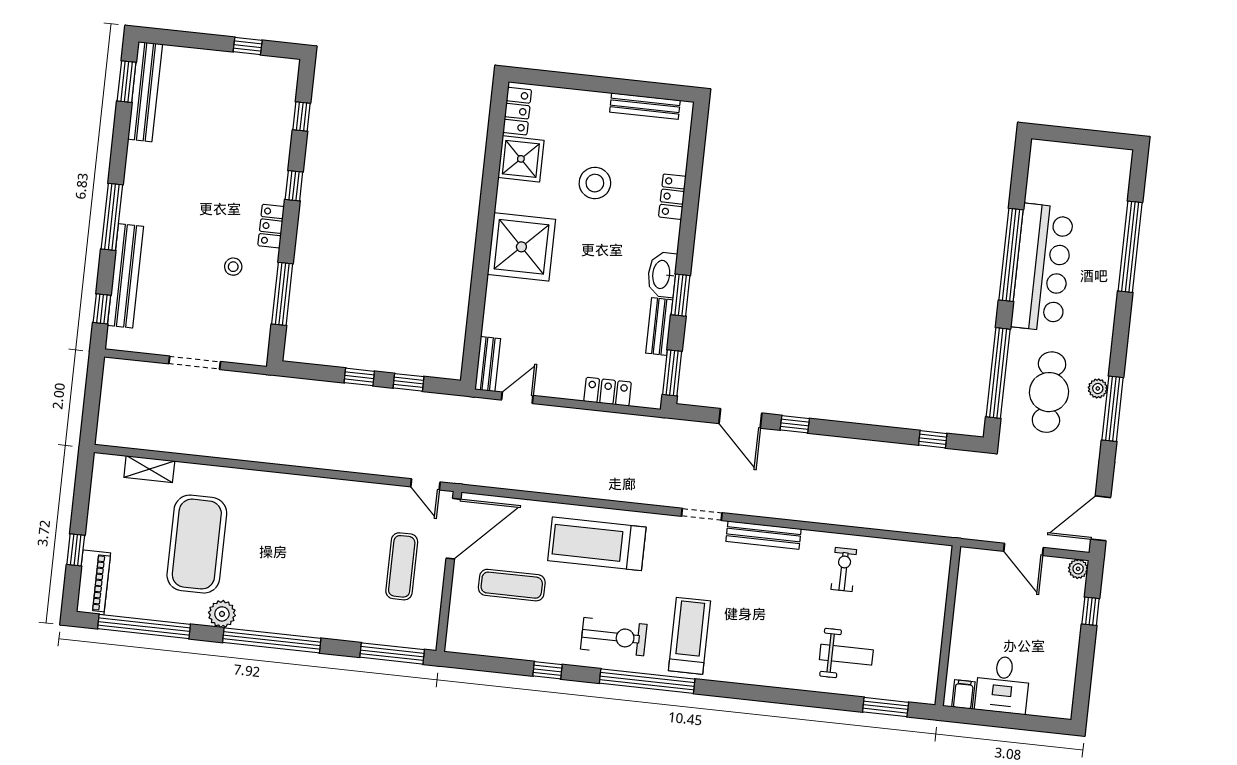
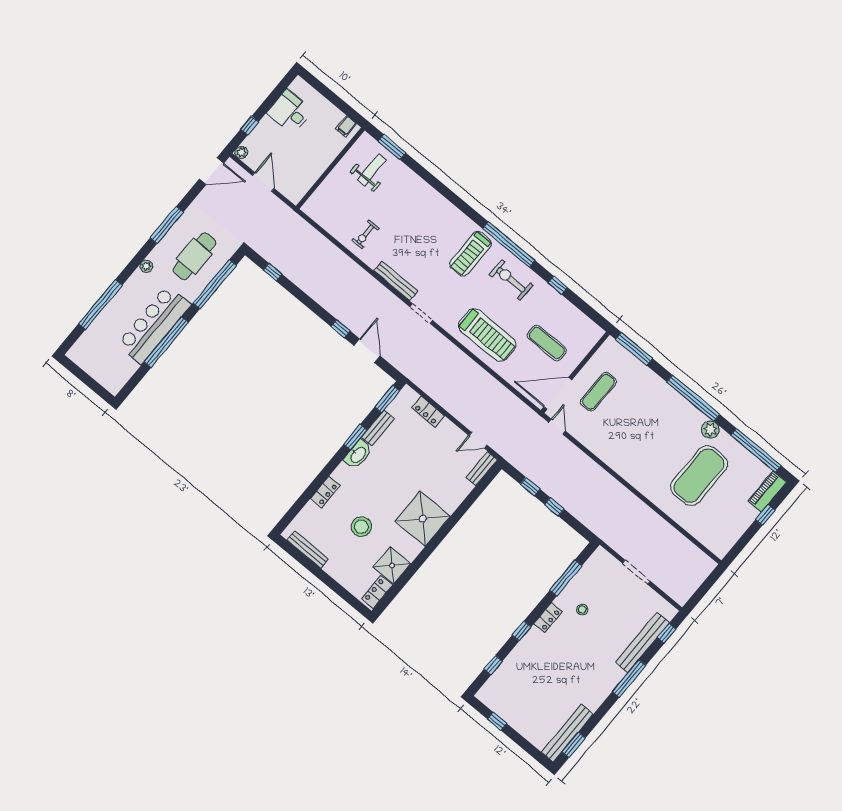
plant: (1098, 388) -> (146, 266), moved
shelving: (149, 469) -> (698, 532), removed
weight bench: (846, 655) -> (372, 170), moved, turned 90
desk: (1003, 685) -> (290, 112), moved, turned -90

